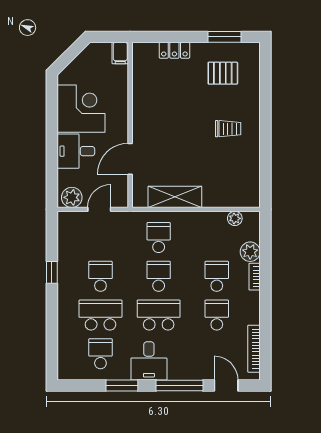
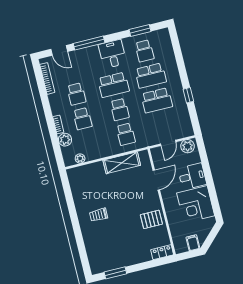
locker: (174, 50) -> (162, 252), moved
filing cabinet: (120, 53) -> (193, 243), moved
pallet: (223, 73) -> (151, 219), moved
school desk: (100, 276) -> (157, 100), width x1.85
window: (122, 386) -> (140, 30), moved

